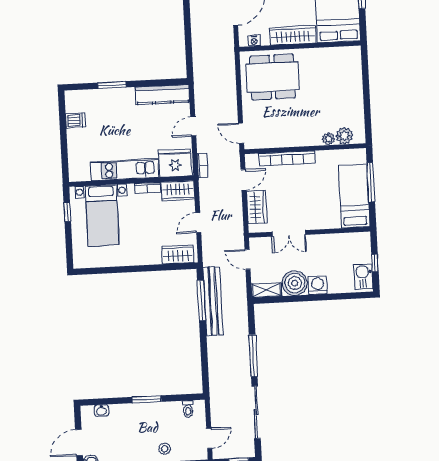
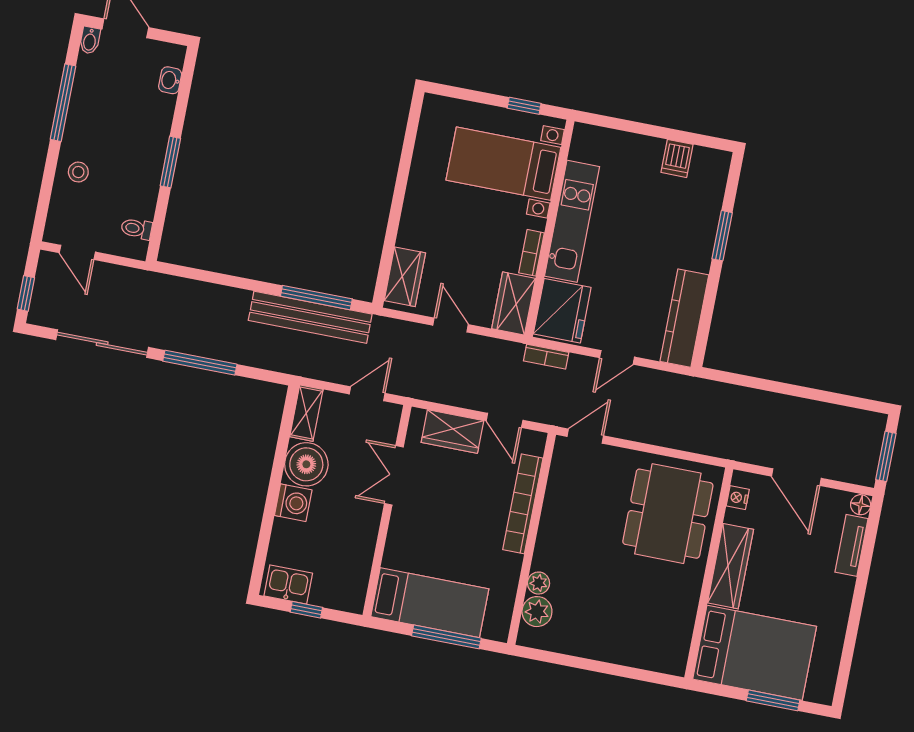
door: (193, 126) -> (617, 357), swing flipped

